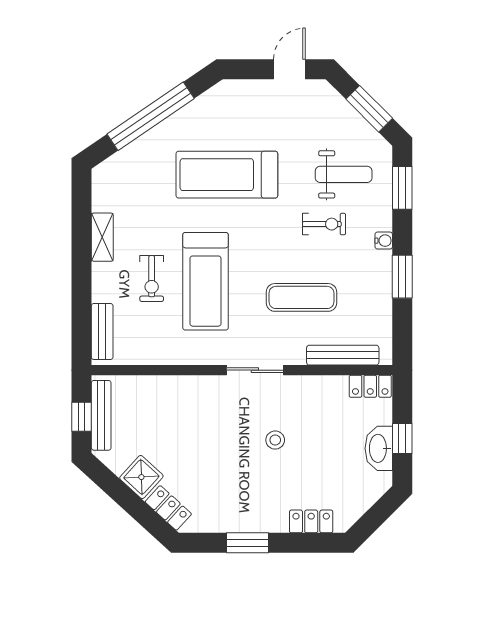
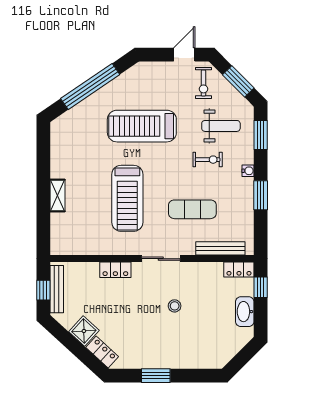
shelving: (102, 237) -> (57, 196), moved
exercise bike: (152, 278) -> (203, 83), moved
bench: (102, 331) -> (57, 232), removed
window: (402, 438) -> (261, 287), moved
locker: (311, 521) -> (115, 270), moved, turned 180

